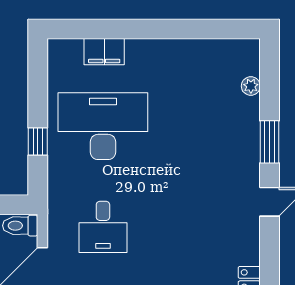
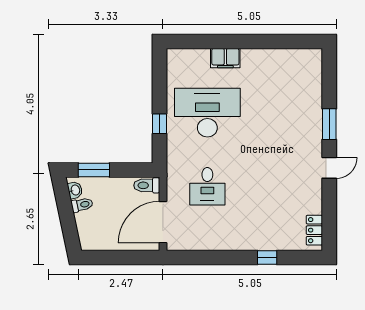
filing cabinet: (104, 52) -> (225, 58), moved
plant: (251, 86) -> (316, 83), removed

